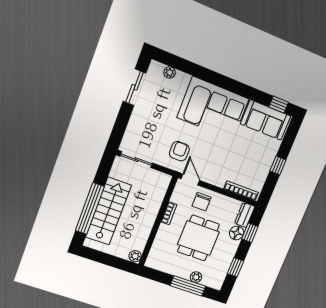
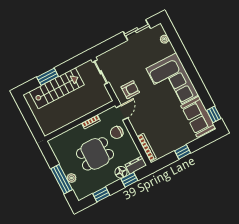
window: (90, 209) -> (48, 77), width x0.47
plant: (135, 256) -> (47, 130), removed

